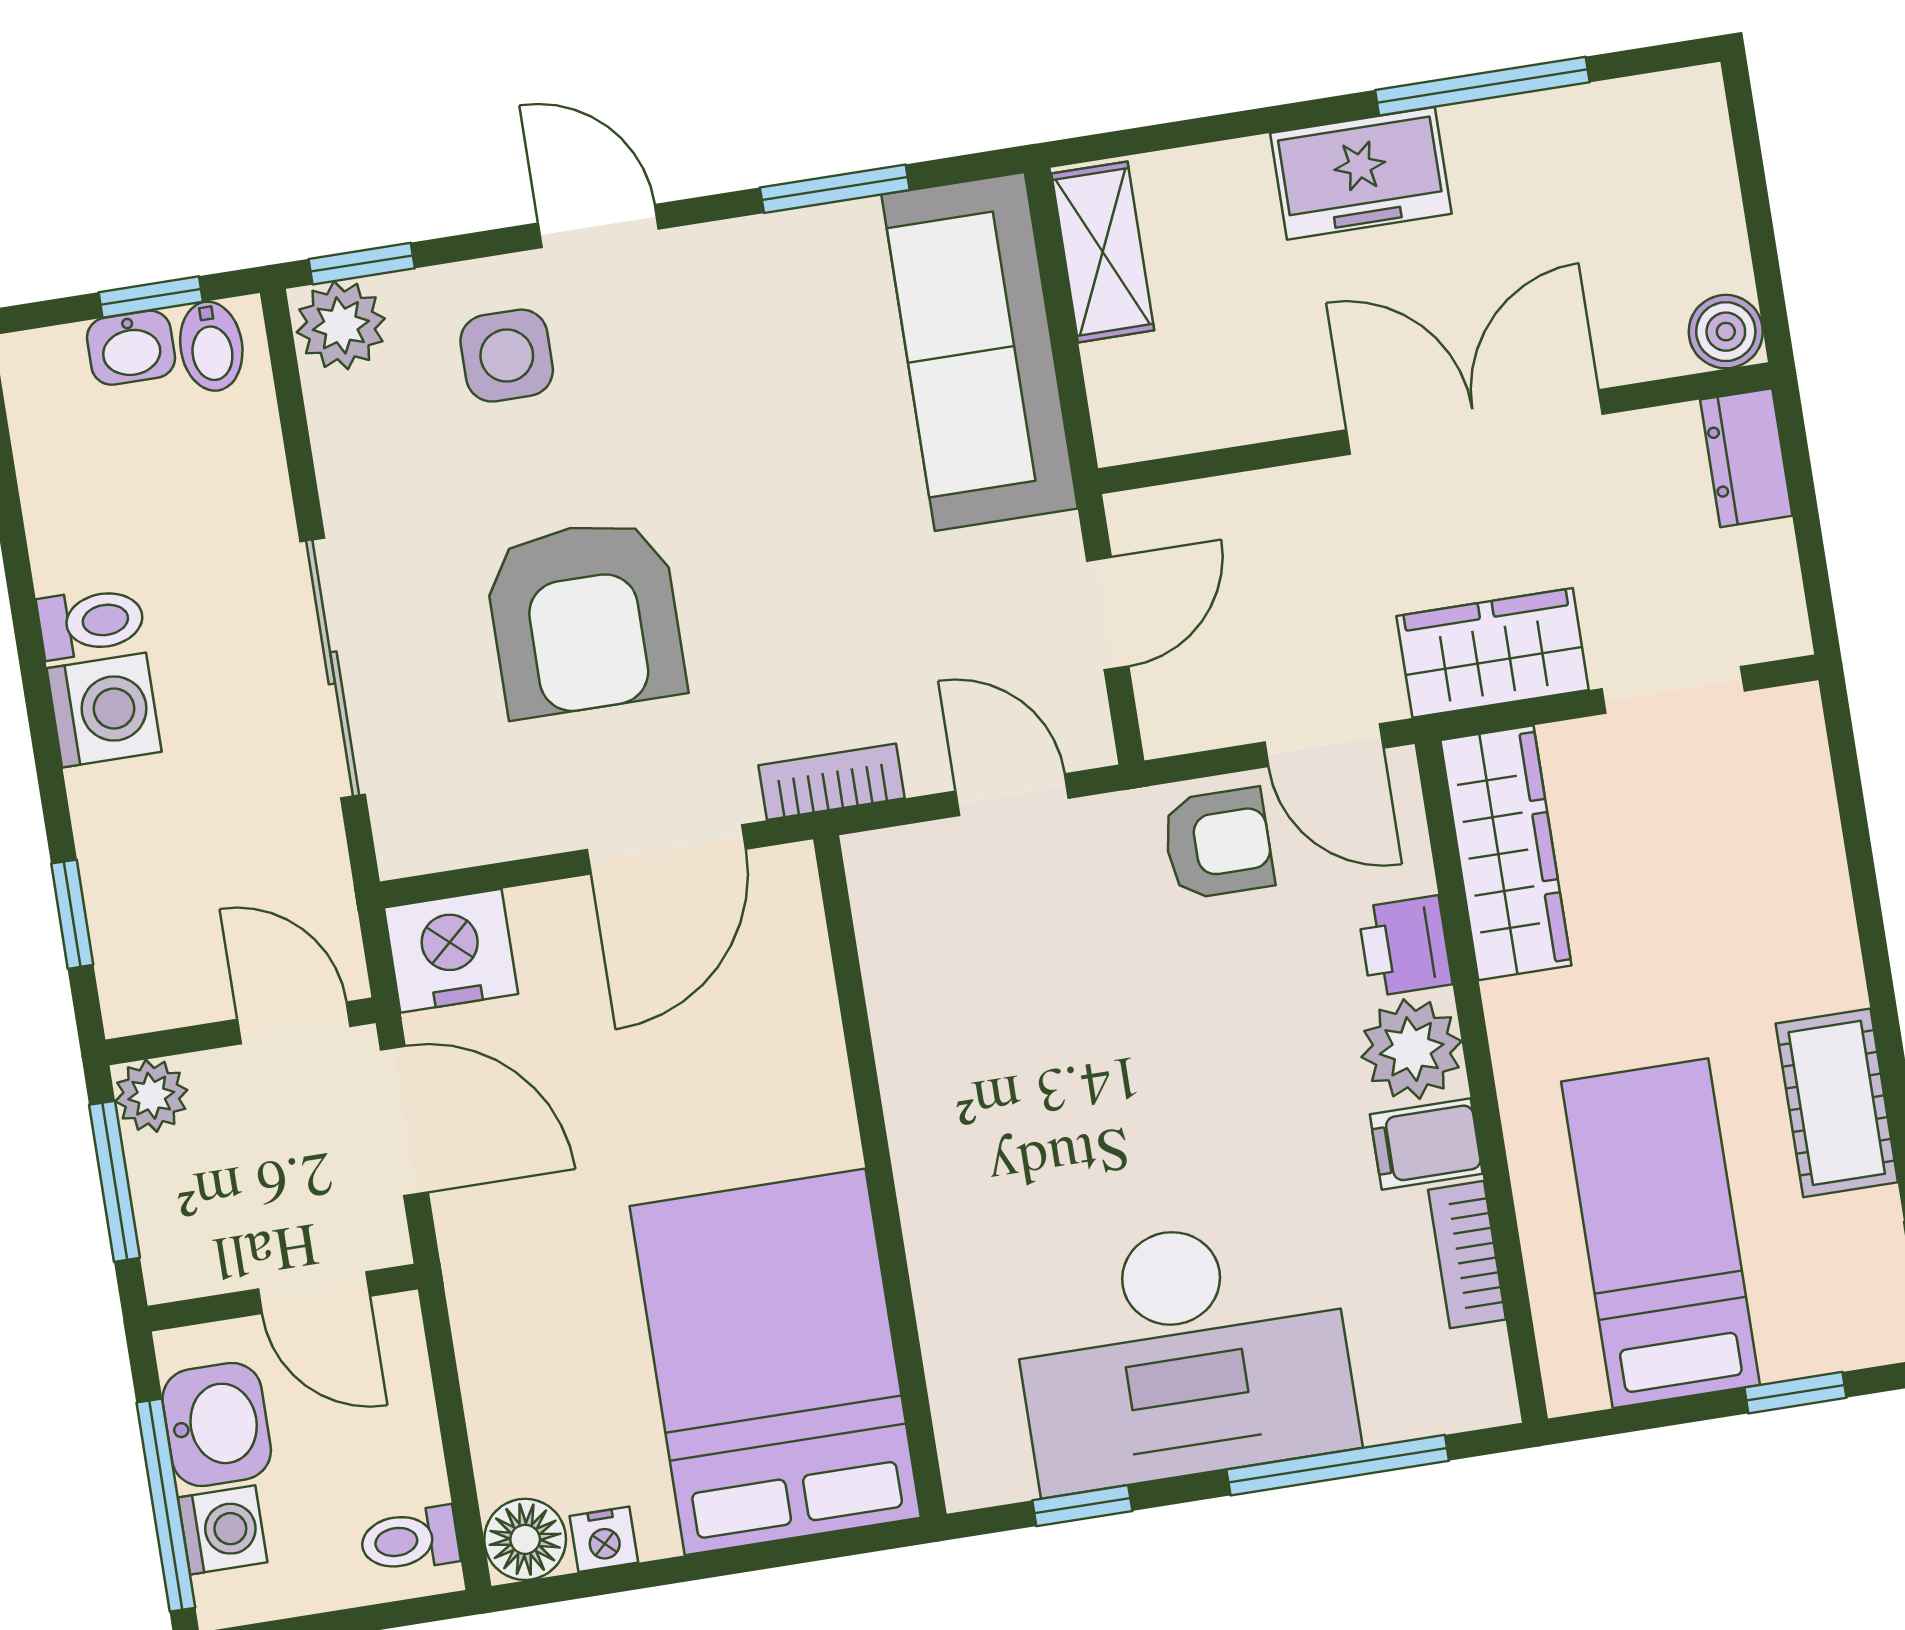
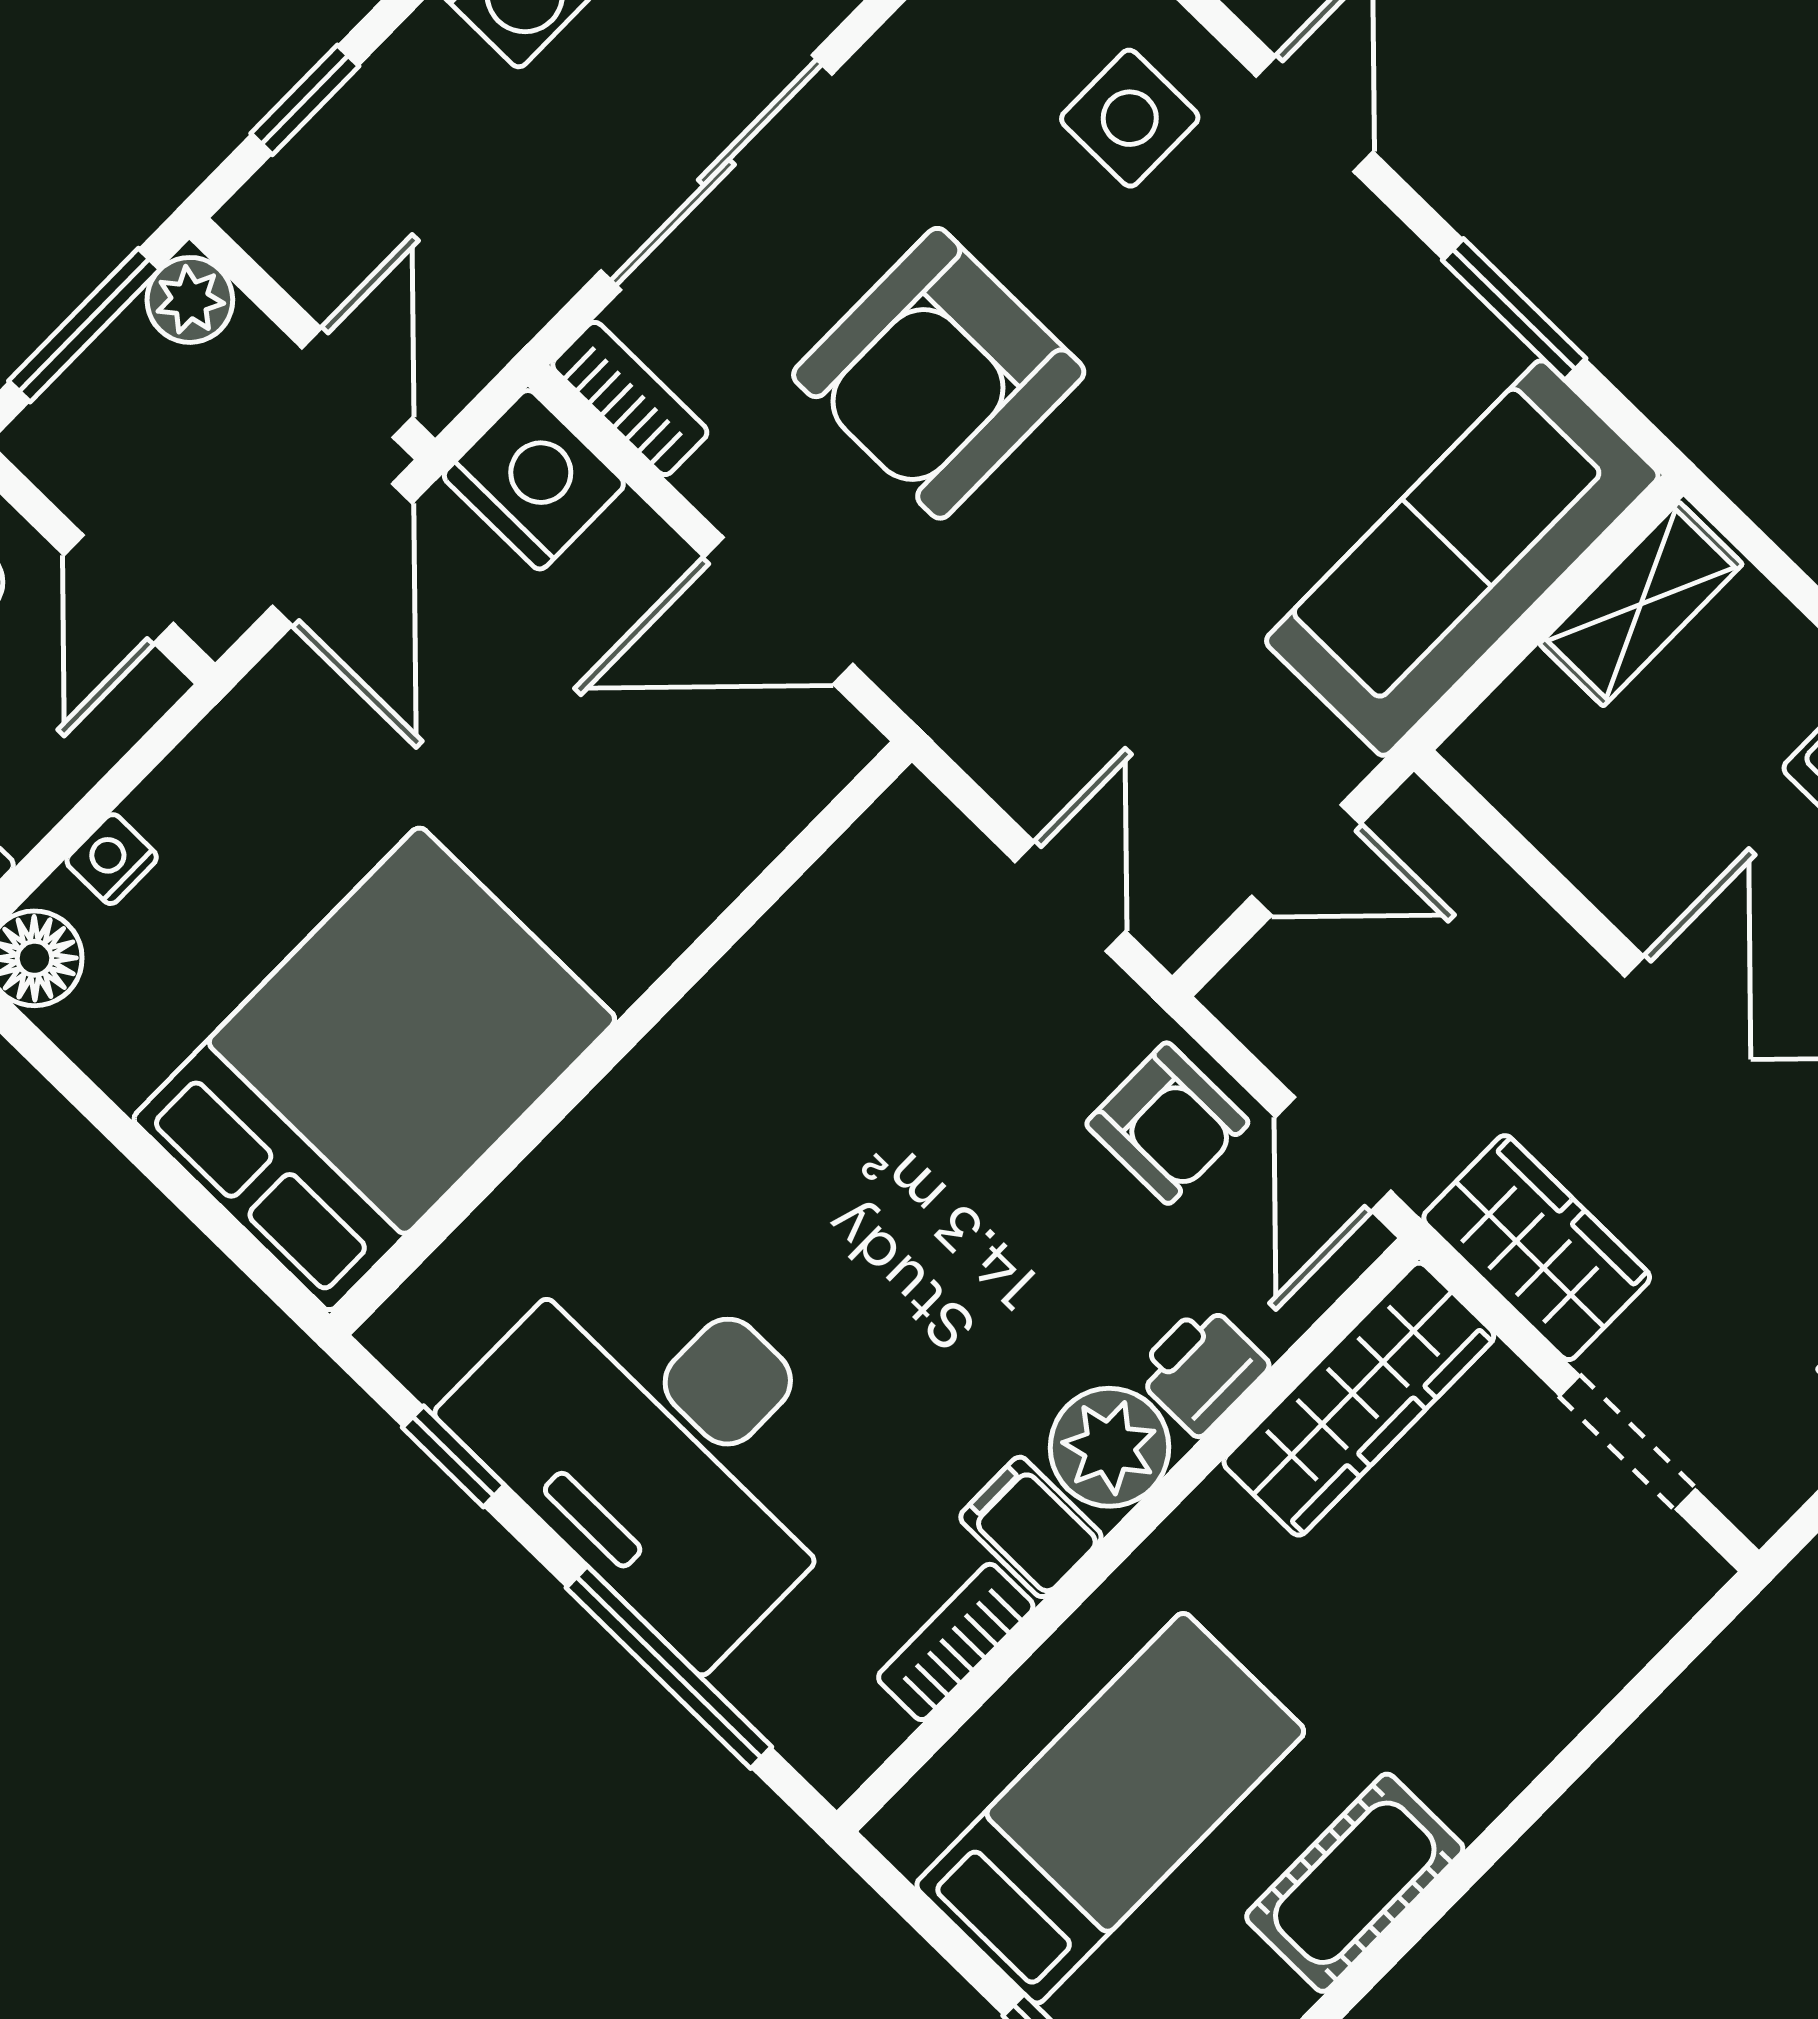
bookcase: (831, 782) -> (630, 398), moved
nightstand: (604, 1539) -> (112, 859), moved, turned 90

